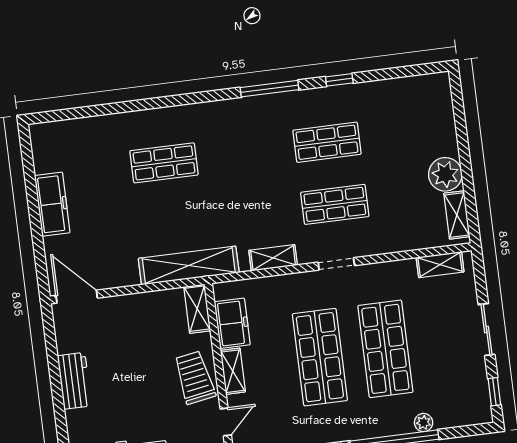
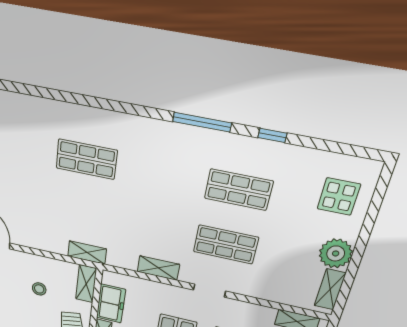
display table: (423, 117) -> (339, 197), added
shelving: (189, 265) -> (87, 253), width x0.45, depth x0.75
stool: (143, 337) -> (39, 289), added

